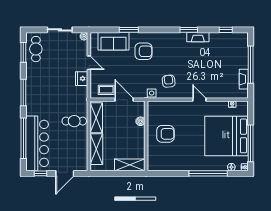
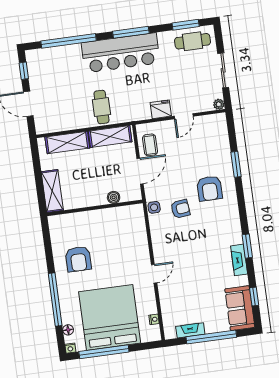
sofa: (113, 41) -> (240, 308), moved
armchair: (169, 81) -> (180, 209), moved
armchair: (165, 134) -> (78, 259), moved
bar counter: (37, 143) -> (121, 53), moved

